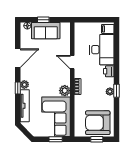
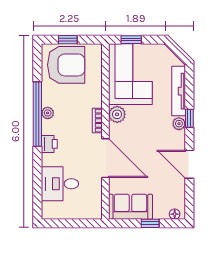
filing cabinet: (108, 29) -> (51, 209), removed
sofa: (46, 31) -> (130, 207), moved
desk: (102, 50) -> (60, 184), width x0.73
door: (18, 58) -> (189, 164), hinge flipped
door: (72, 62) -> (105, 158), width x1.87
window: (116, 91) -> (37, 114), width x3.17

